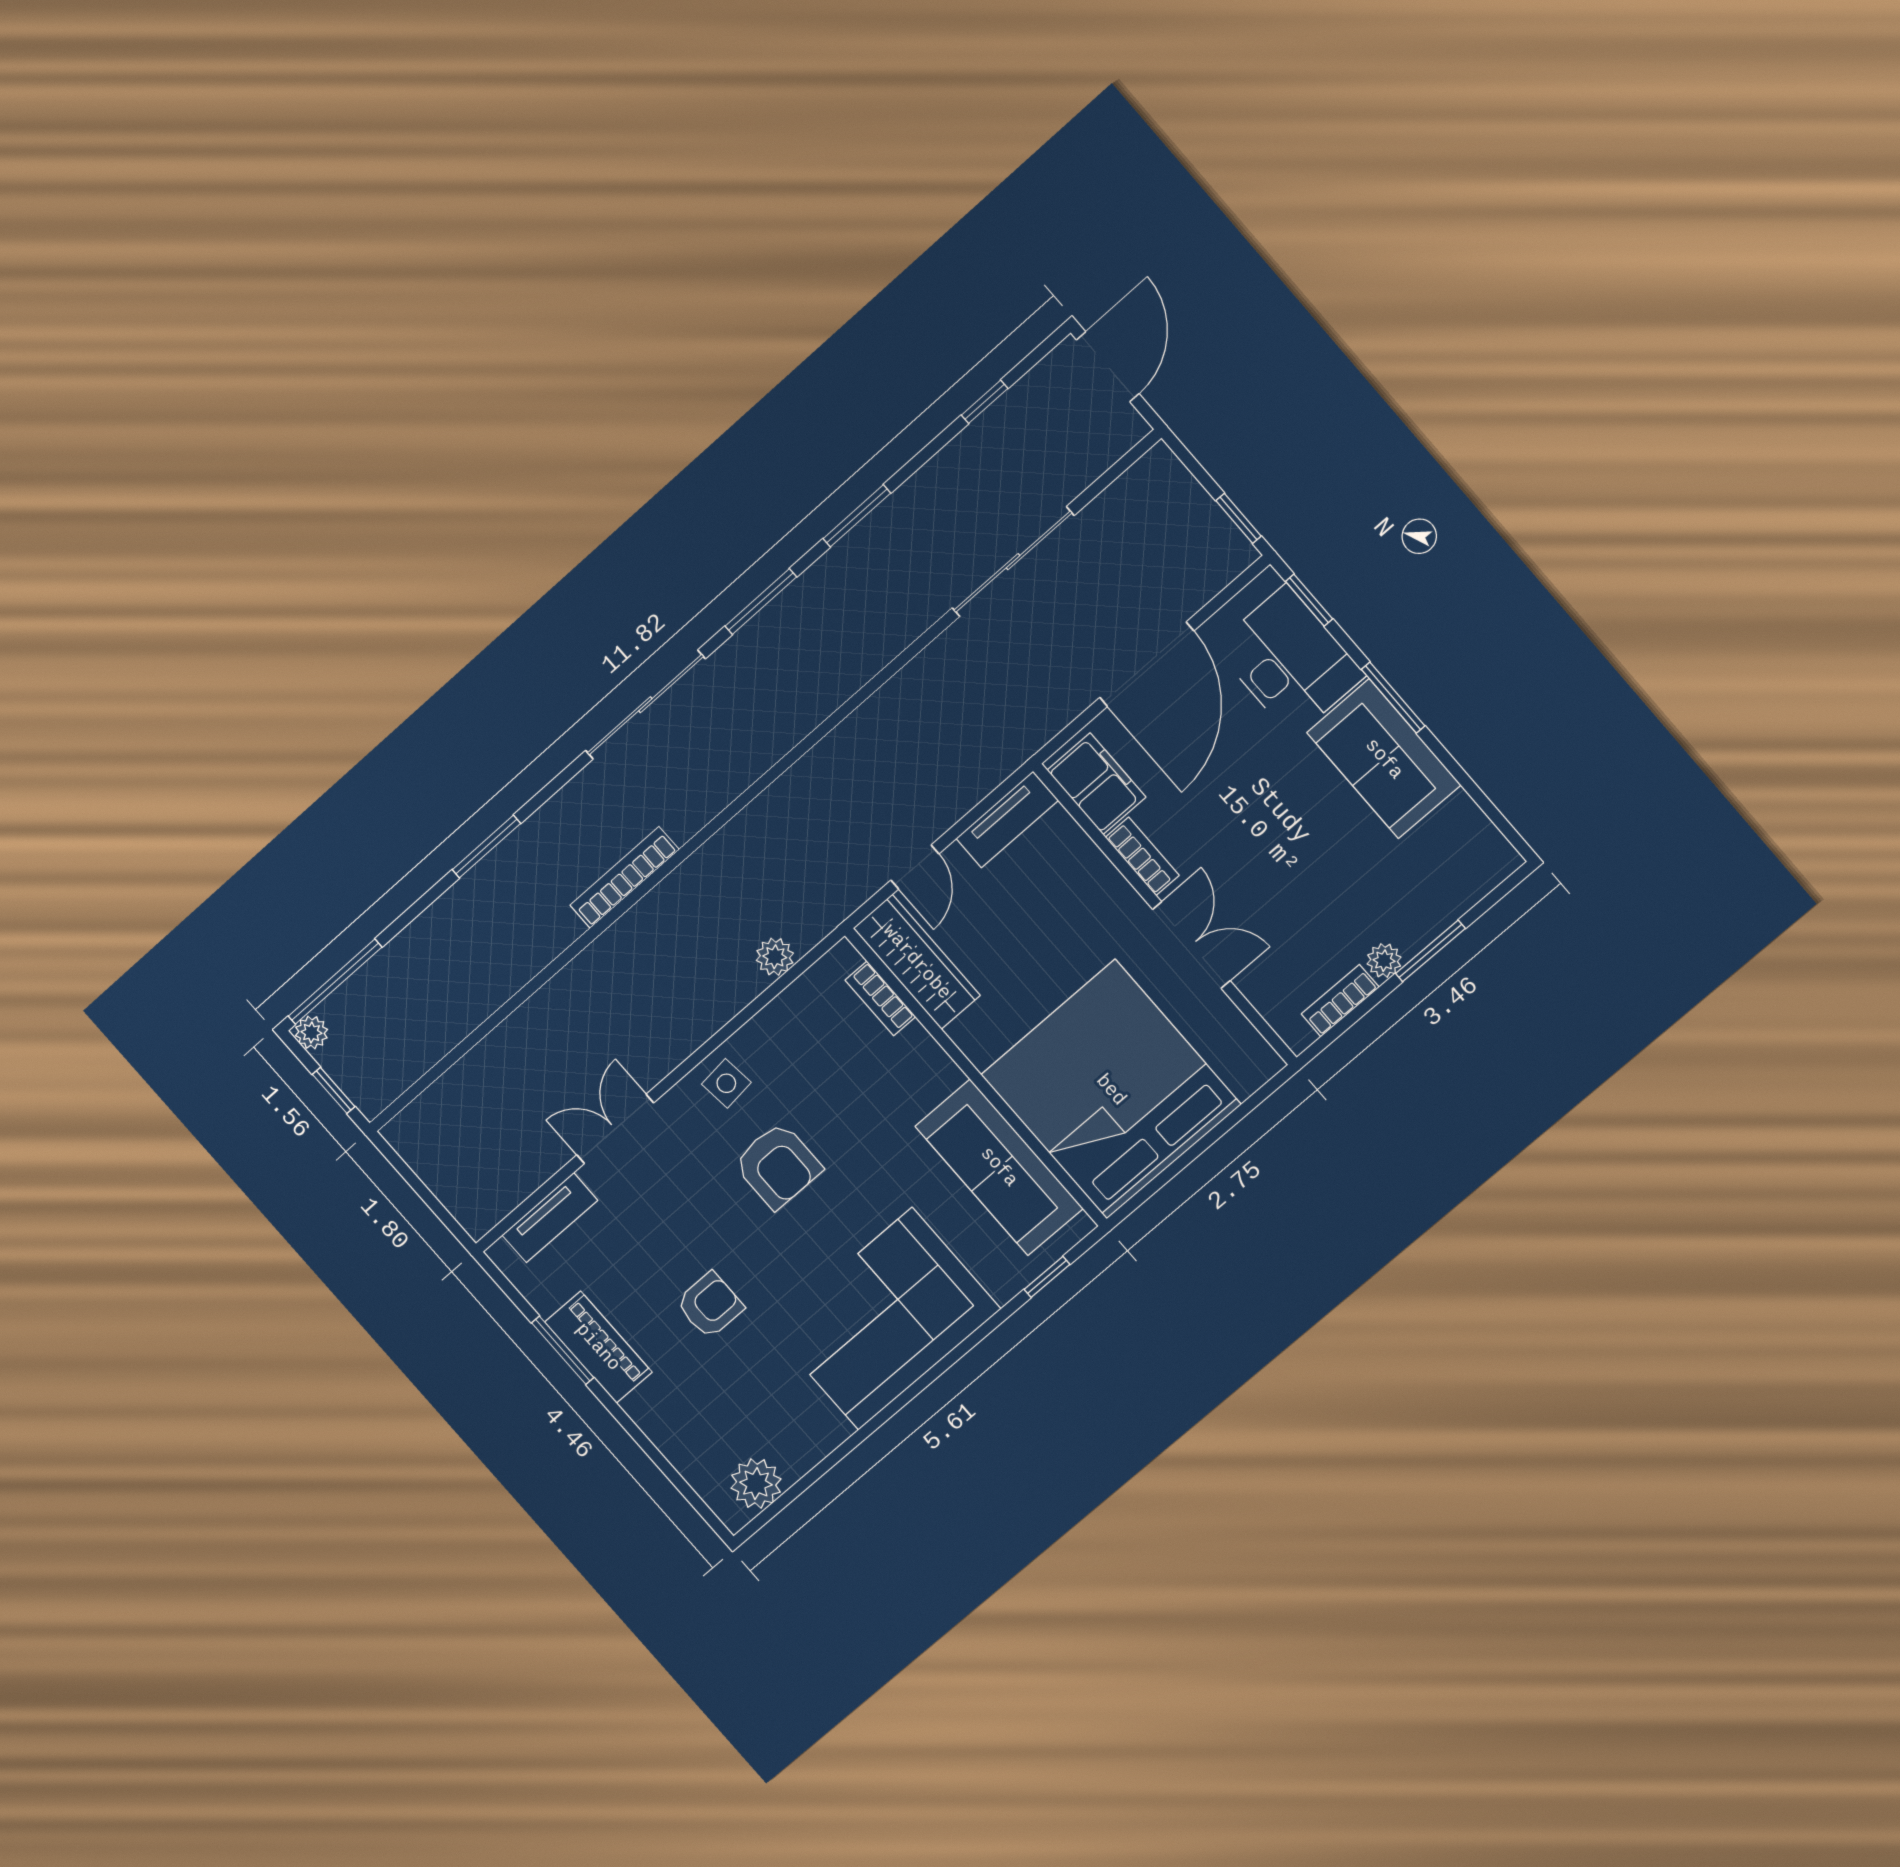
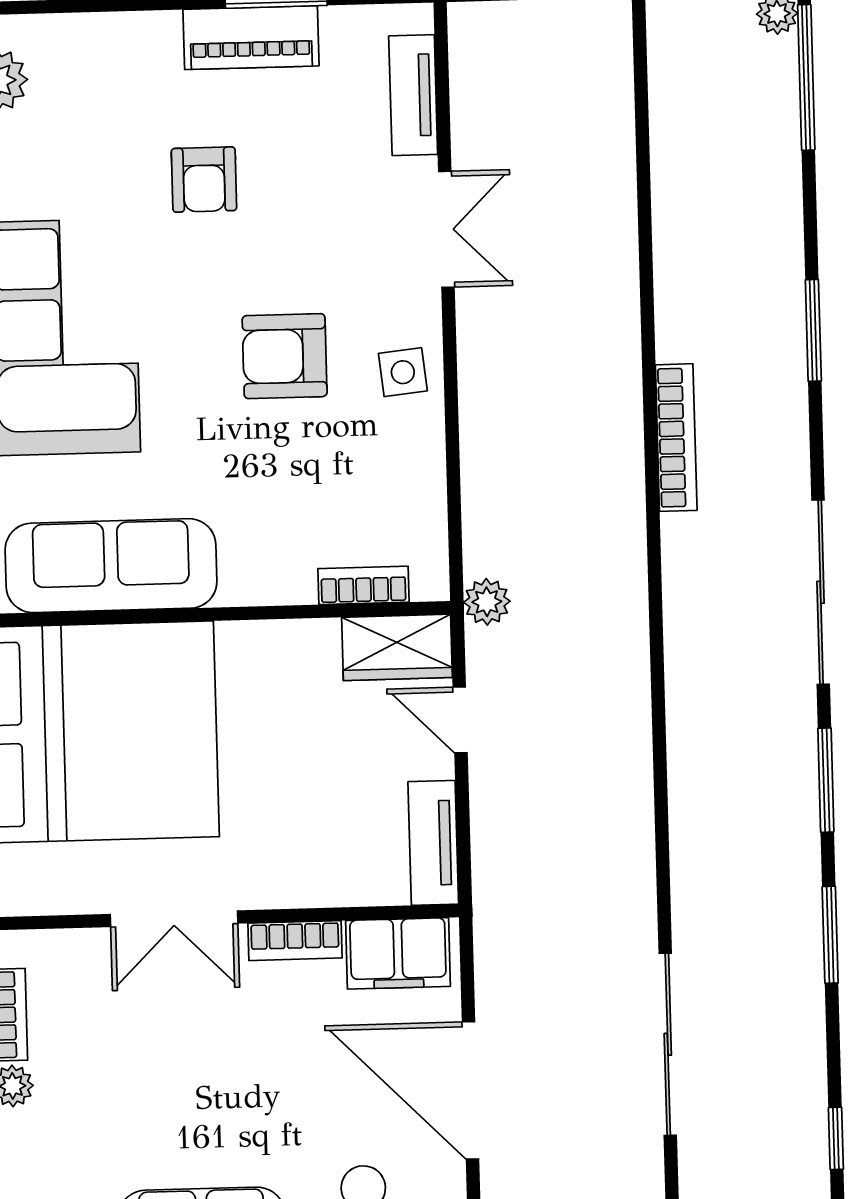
plant: (775, 957) -> (487, 602), moved
wardrobe: (917, 962) -> (397, 647), width x0.67

